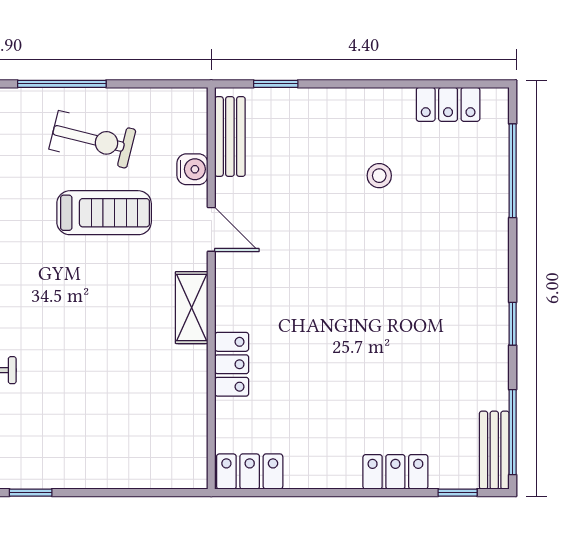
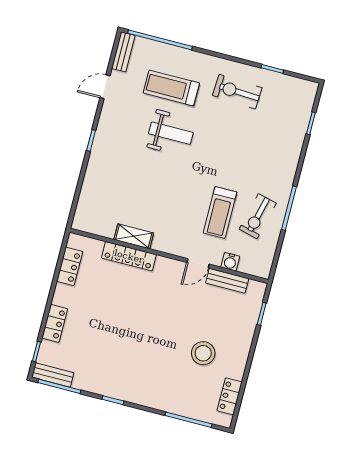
bench: (230, 136) -> (227, 281), moved
stool: (379, 176) -> (203, 353), width x1.89, depth x1.89
shelving: (192, 308) -> (134, 236), moved
locker: (232, 364) -> (129, 256), width x1.53
locker: (250, 472) -> (70, 266), moved

